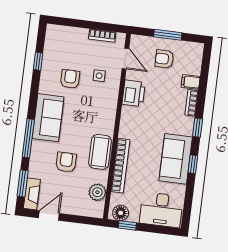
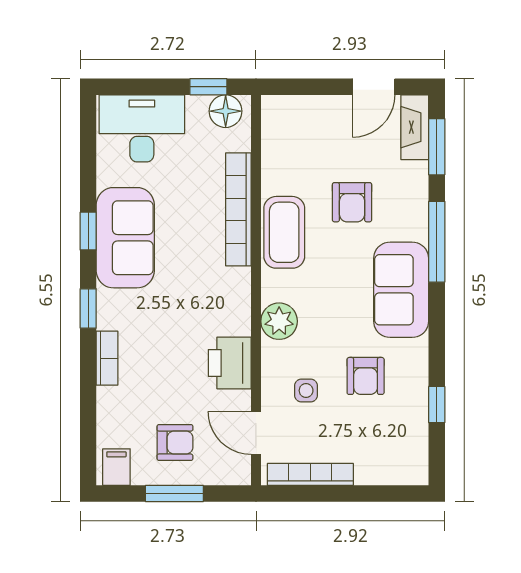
bookcase: (102, 36) -> (310, 474), width x1.56
filing cabinet: (191, 82) -> (116, 467), moved, turned -90
plant: (97, 192) -> (279, 321), moved

